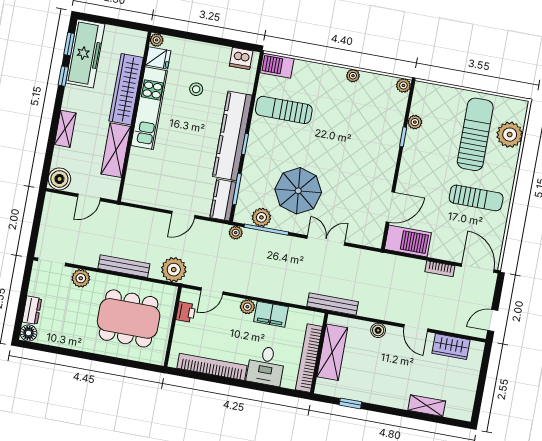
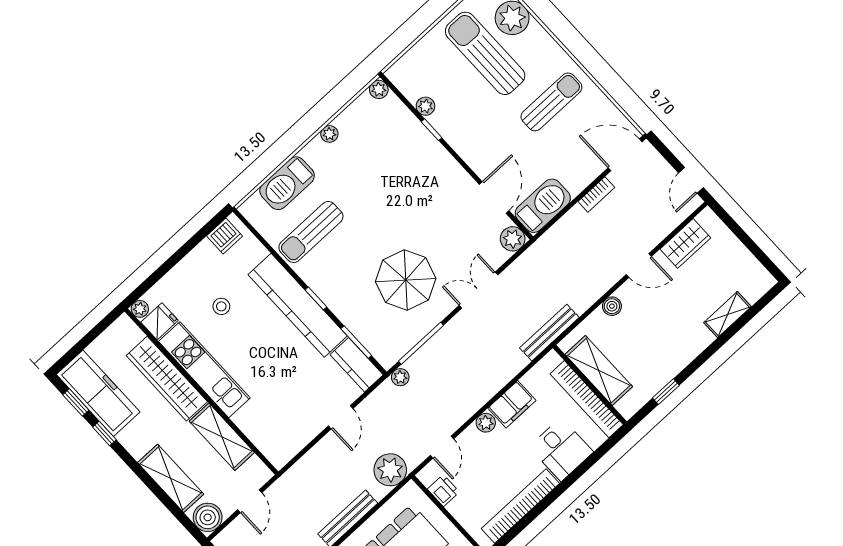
barbecue: (277, 66) -> (287, 183), moved, width x1.37, depth x1.21
shelving: (65, 129) -> (171, 478), width x1.50, depth x1.33
plant: (261, 217) -> (513, 239), moved

